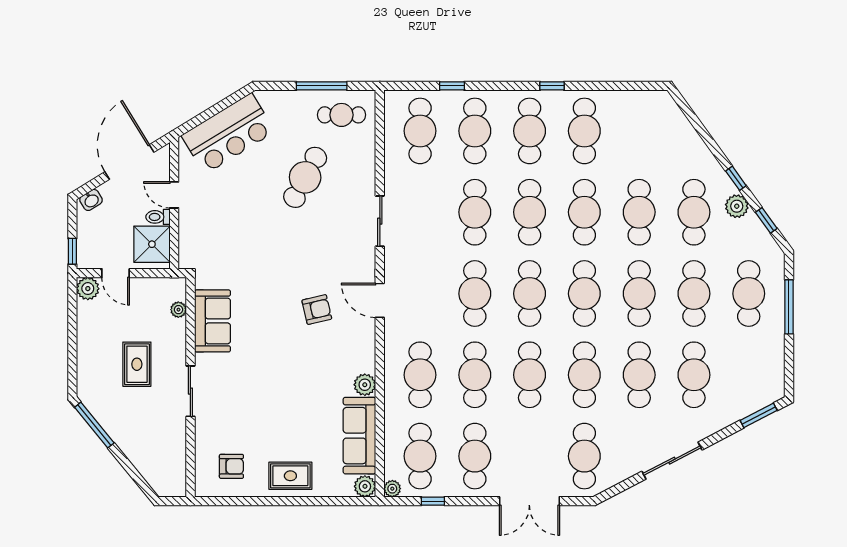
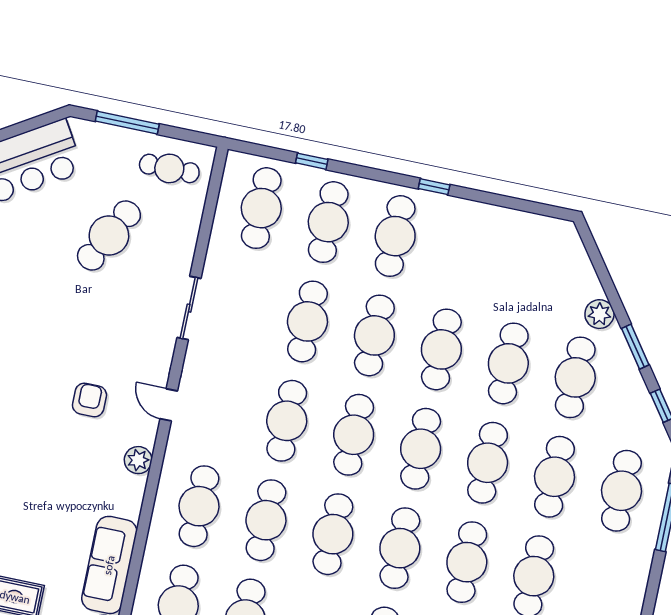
window: (322, 86) -> (127, 123), moved
cafe table: (584, 131) -> (462, 250), removed
window: (736, 178) -> (635, 347), width x1.50
plant: (737, 206) -> (599, 314), moved
door: (380, 300) -> (169, 405), width x0.73
armchair: (317, 310) -> (89, 400), turned -77
plant: (365, 385) -> (138, 460), moved

